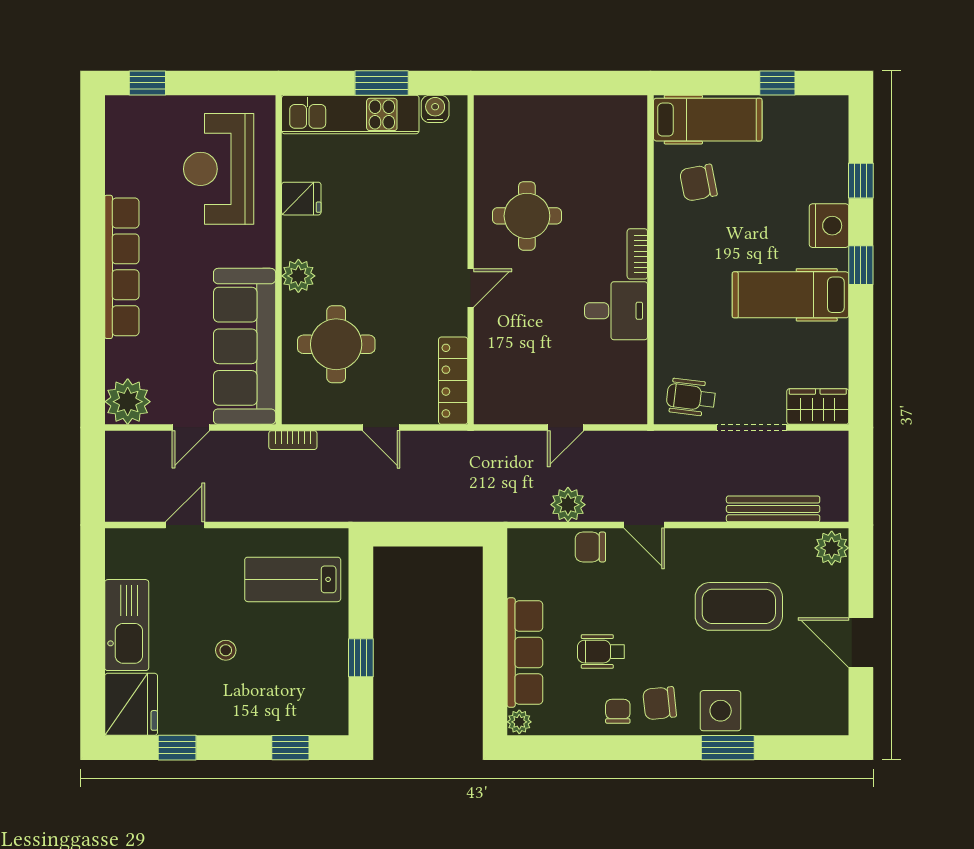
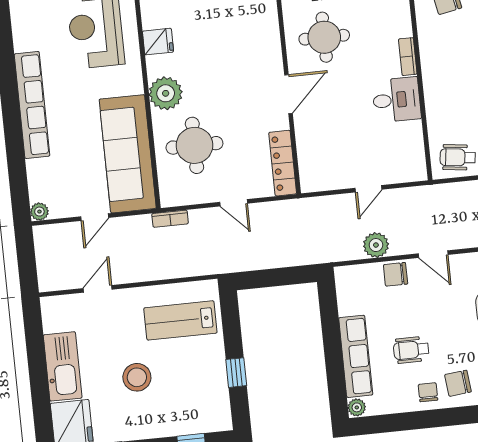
plant: (298, 276) -> (166, 93), width x1.36, depth x1.36
door: (471, 288) -> (288, 94), width x1.38
plant: (128, 402) -> (39, 212), width x0.53, depth x0.53
stool: (226, 650) -> (137, 377), width x1.89, depth x1.89

